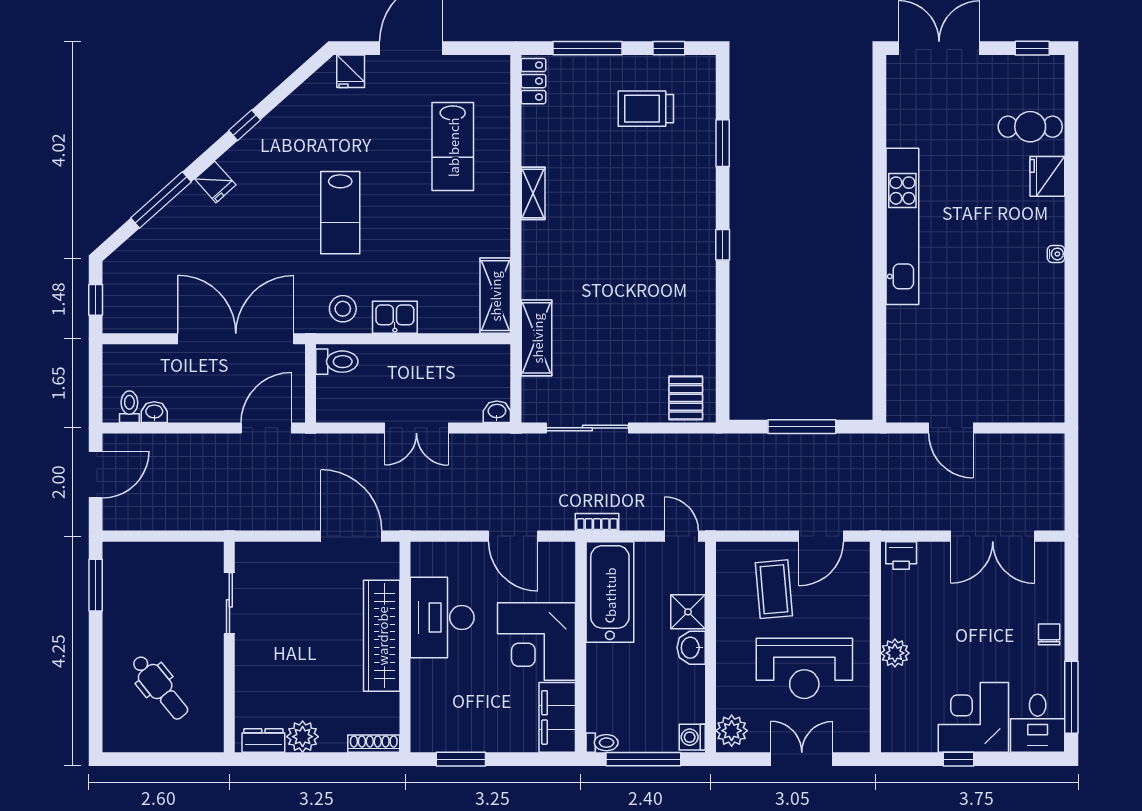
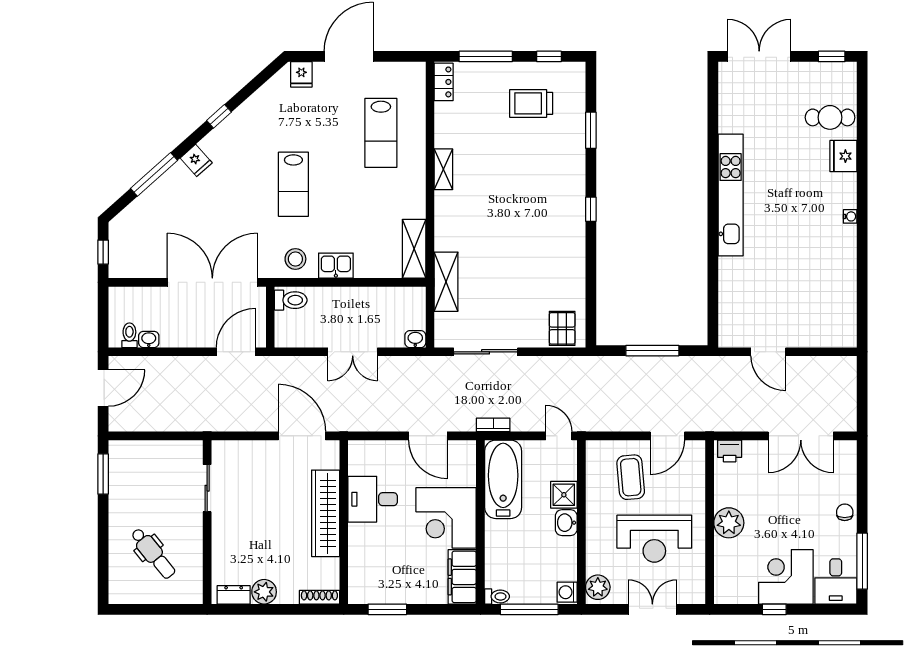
desk: (442, 617) -> (373, 499), width x0.73
plant: (895, 653) -> (729, 523), width x1.36, depth x1.36

